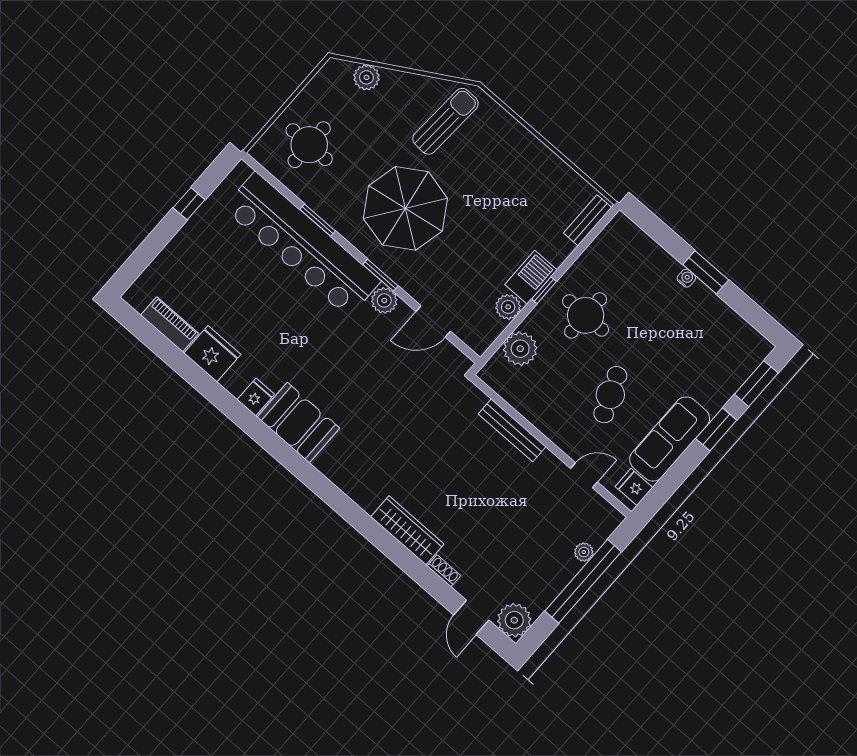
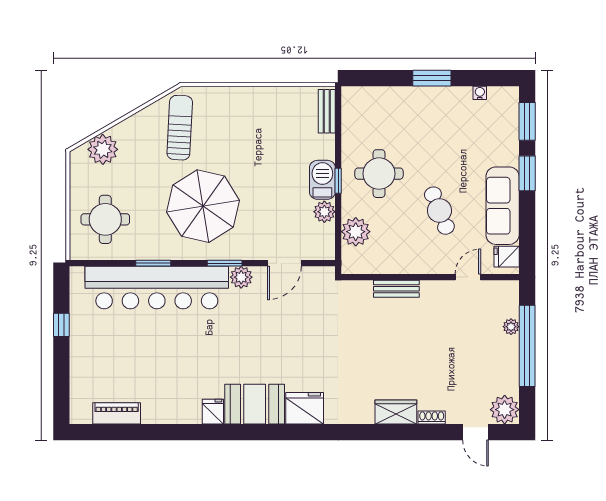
plant: (366, 77) -> (103, 149), width x1.36, depth x1.36
water cooler: (686, 278) -> (480, 93), moved
fridge: (212, 354) -> (305, 408), moved
bench: (512, 430) -> (396, 289), width x0.73
wardrobe: (407, 530) -> (396, 412), width x0.67

